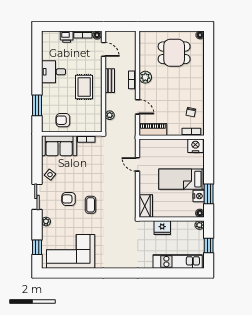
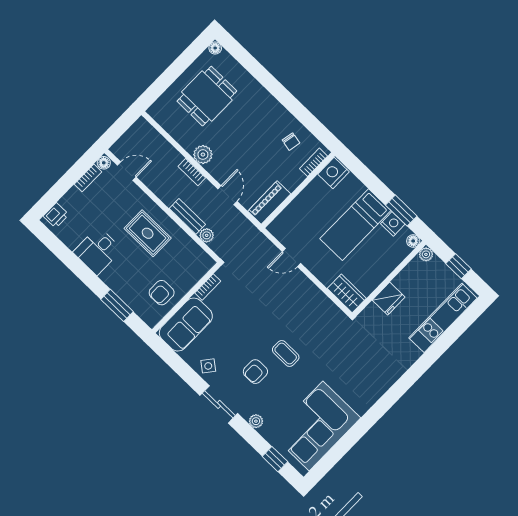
printer: (67, 37) -> (56, 215), moved
bench: (110, 81) -> (187, 216), moved
door: (138, 107) -> (227, 195), hinge flipped

